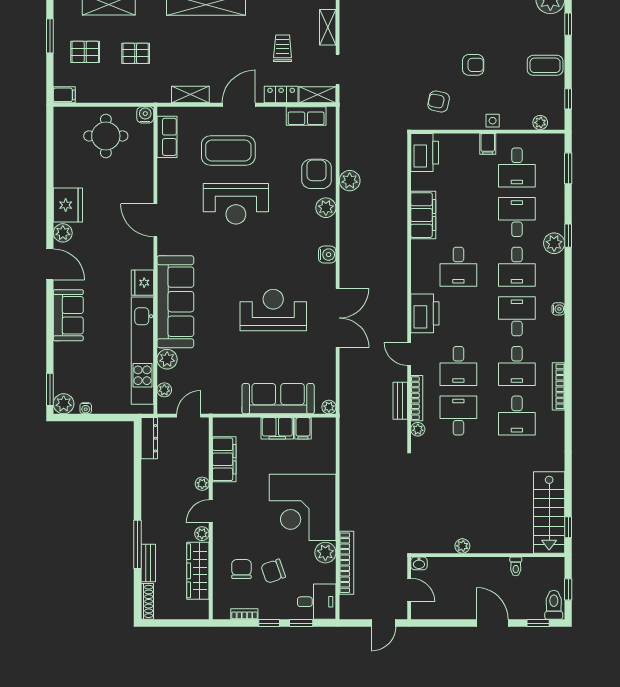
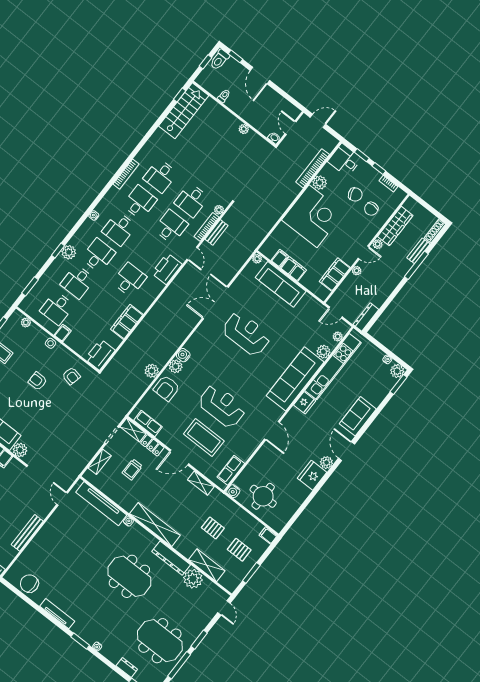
desk: (517, 167) -> (57, 308), turned 180
water cooler: (327, 255) -> (183, 355), moved
reception desk: (273, 310) -> (246, 334), turned 180
desk: (517, 416) -> (160, 176), turned 180

